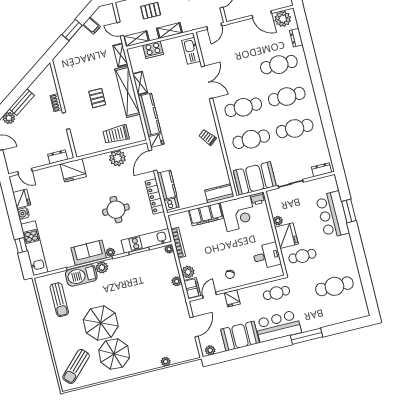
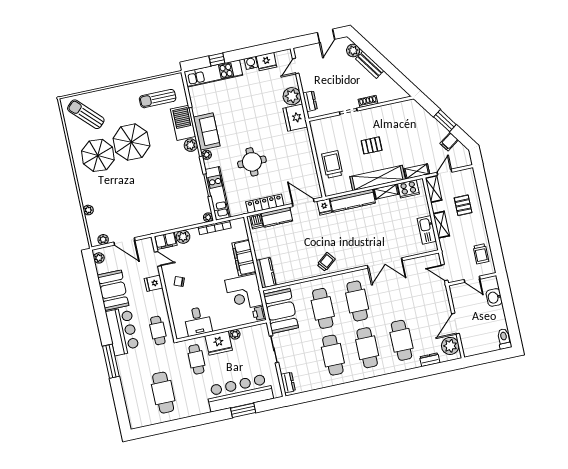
cooker: (153, 50) -> (408, 189), moved, turned -90
kitchen sink: (191, 51) -> (427, 230), moved, turned -90
plant: (117, 158) -> (292, 96), moved
bar counter: (332, 215) -> (240, 393), width x1.36
plant: (177, 281) -> (103, 240), moved

